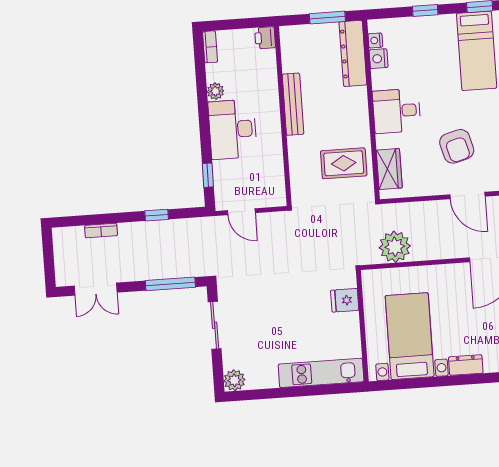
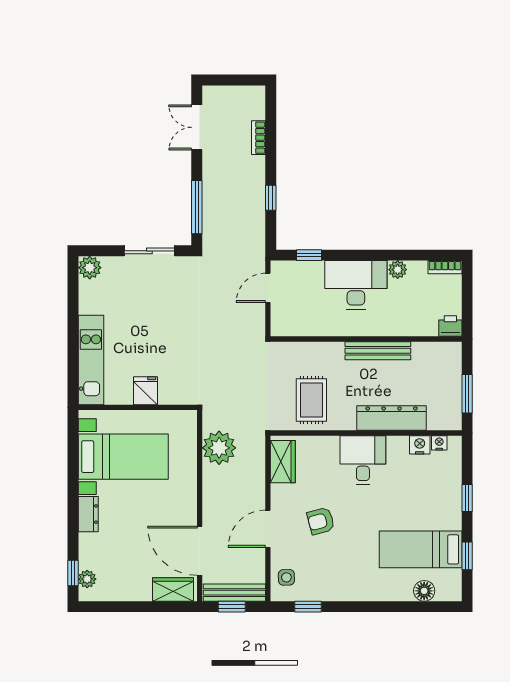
dresser: (353, 53) -> (392, 418), moved
armchair: (457, 146) -> (321, 521), width x0.72, depth x0.72
wardrobe: (389, 169) -> (283, 462), moved, turned -90
fridge: (345, 300) -> (146, 391), moved

